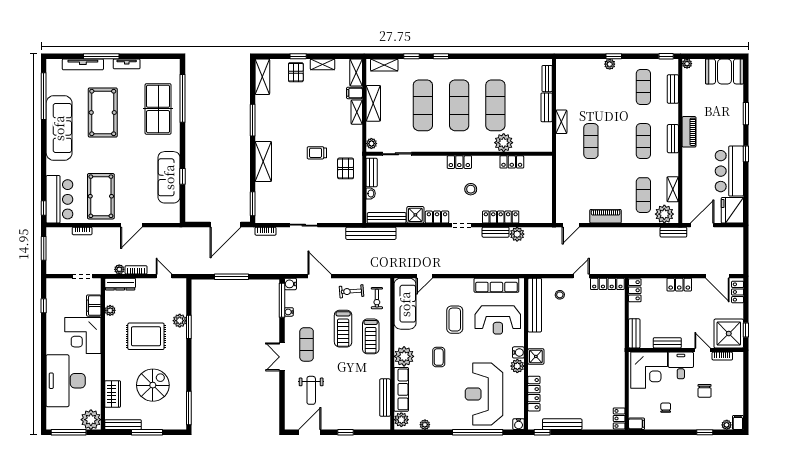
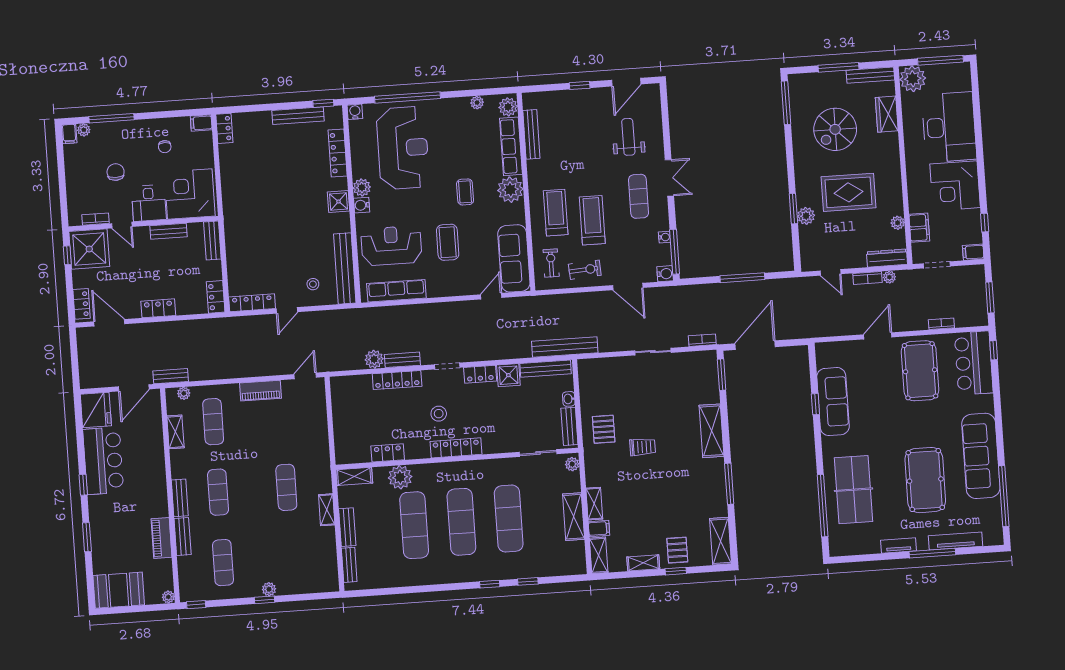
shelving: (384, 65) -> (354, 476), moved
bench: (673, 89) -> (183, 537), moved
piano: (689, 132) -> (161, 538), moved
locker: (459, 162) -> (456, 448), width x1.53
plant: (664, 214) -> (184, 393), width x0.53, depth x0.53
filing cabinet: (54, 284) -> (973, 252), added
corner desk: (83, 335) -> (955, 186), moved, turned 180
window: (705, 432) -> (111, 118), width x2.17

